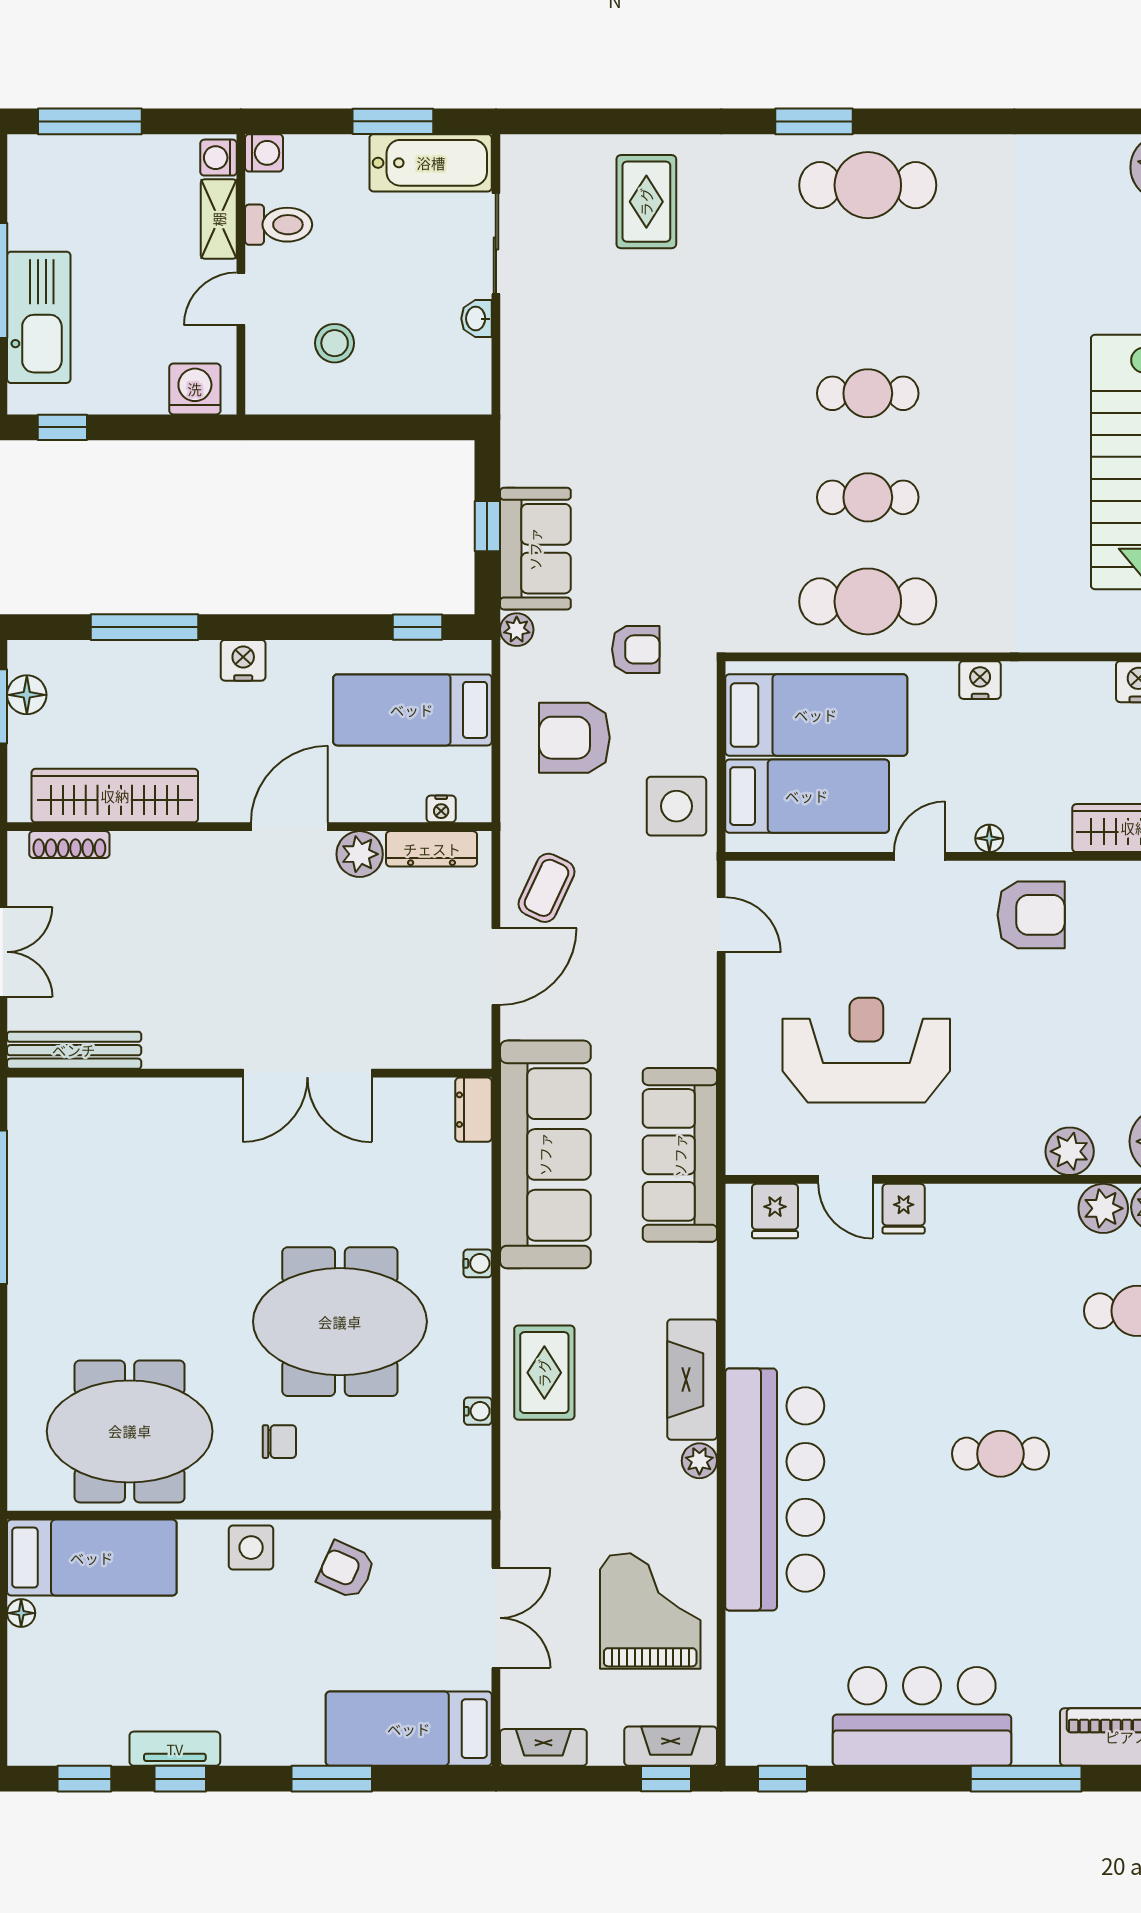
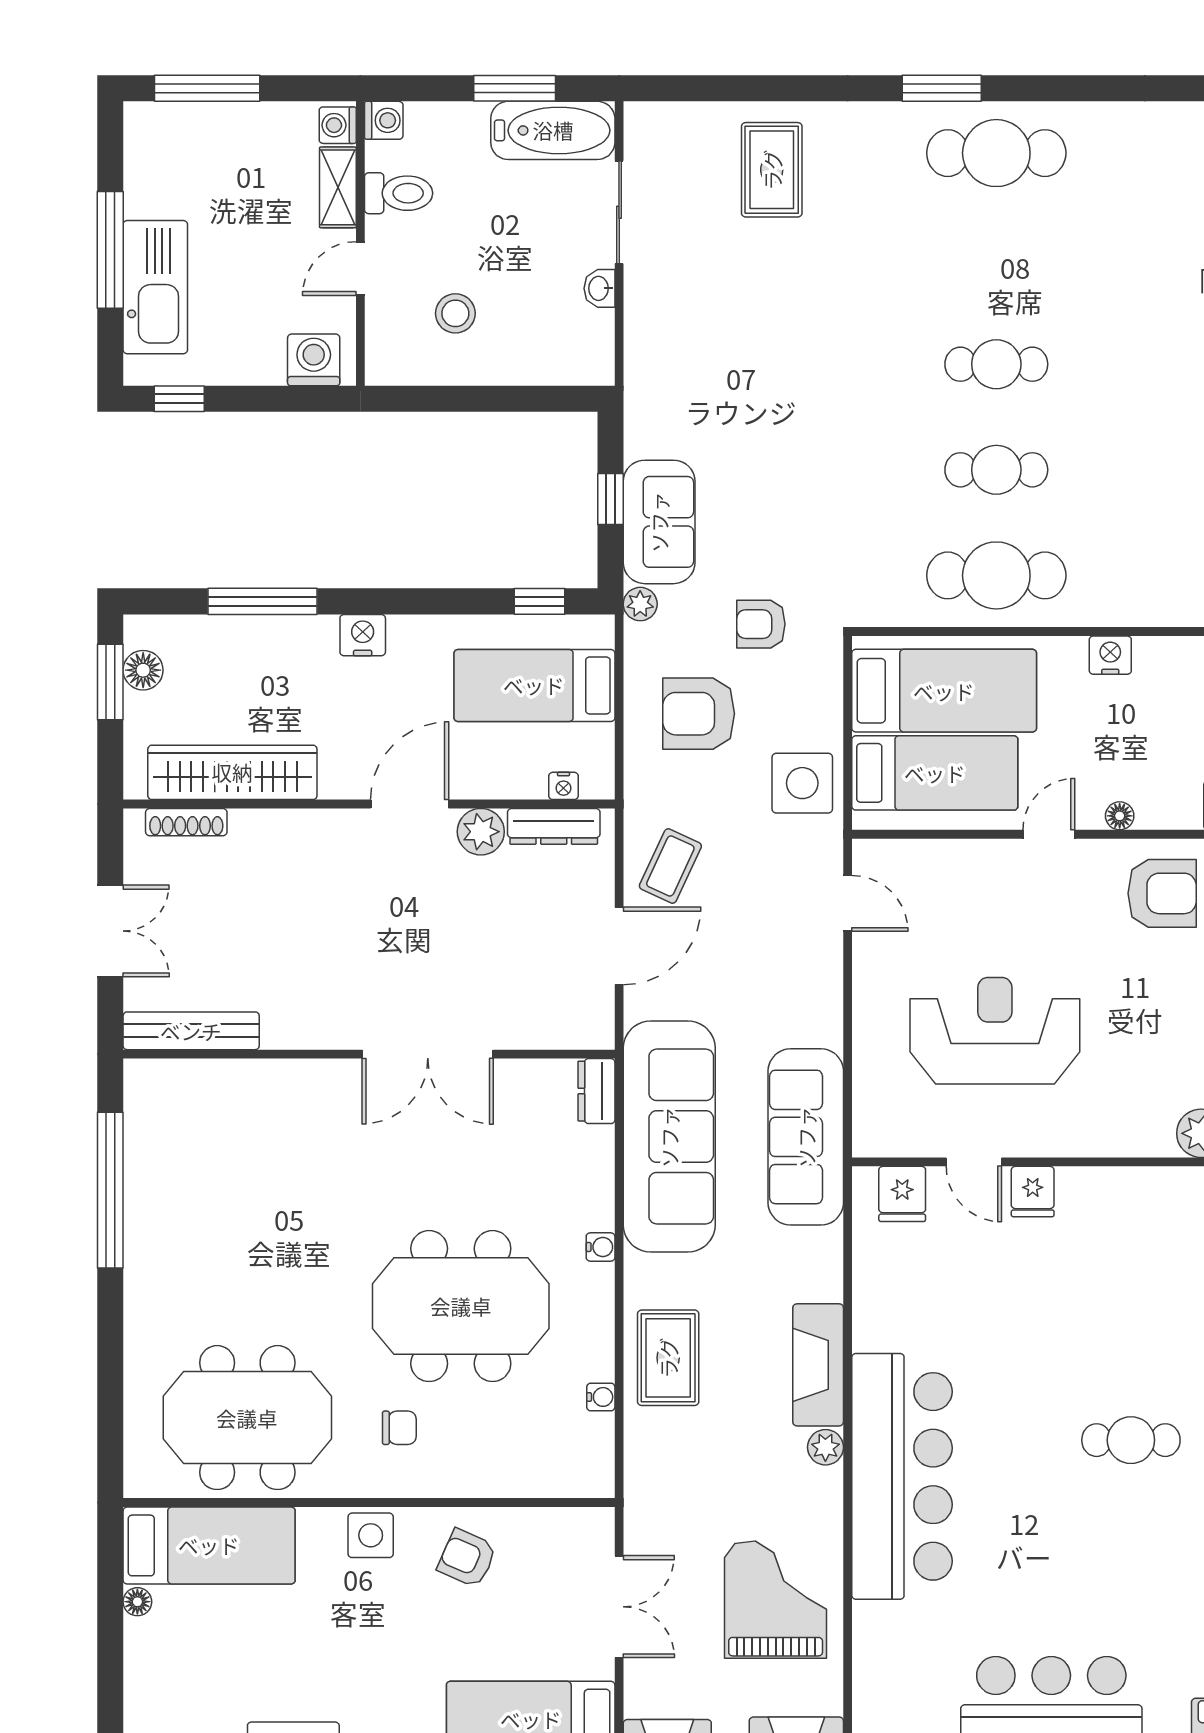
armchair: (636, 649) -> (761, 624), turned 180

